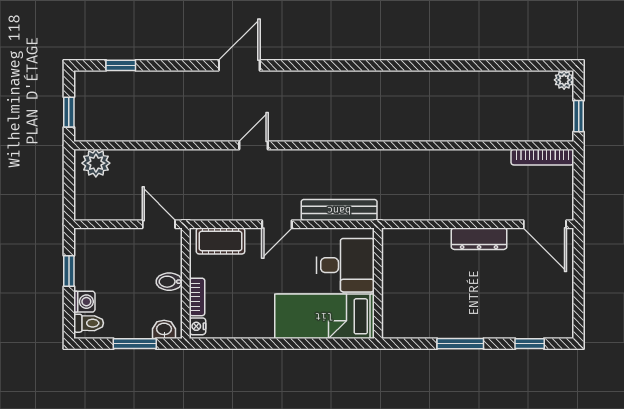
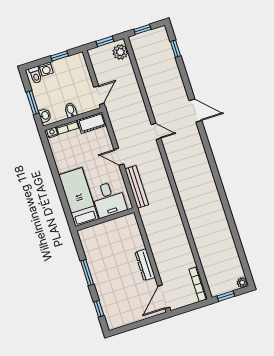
window: (69, 184) -> (105, 41), added
cot: (221, 241) -> (92, 123), moved, turned 90

